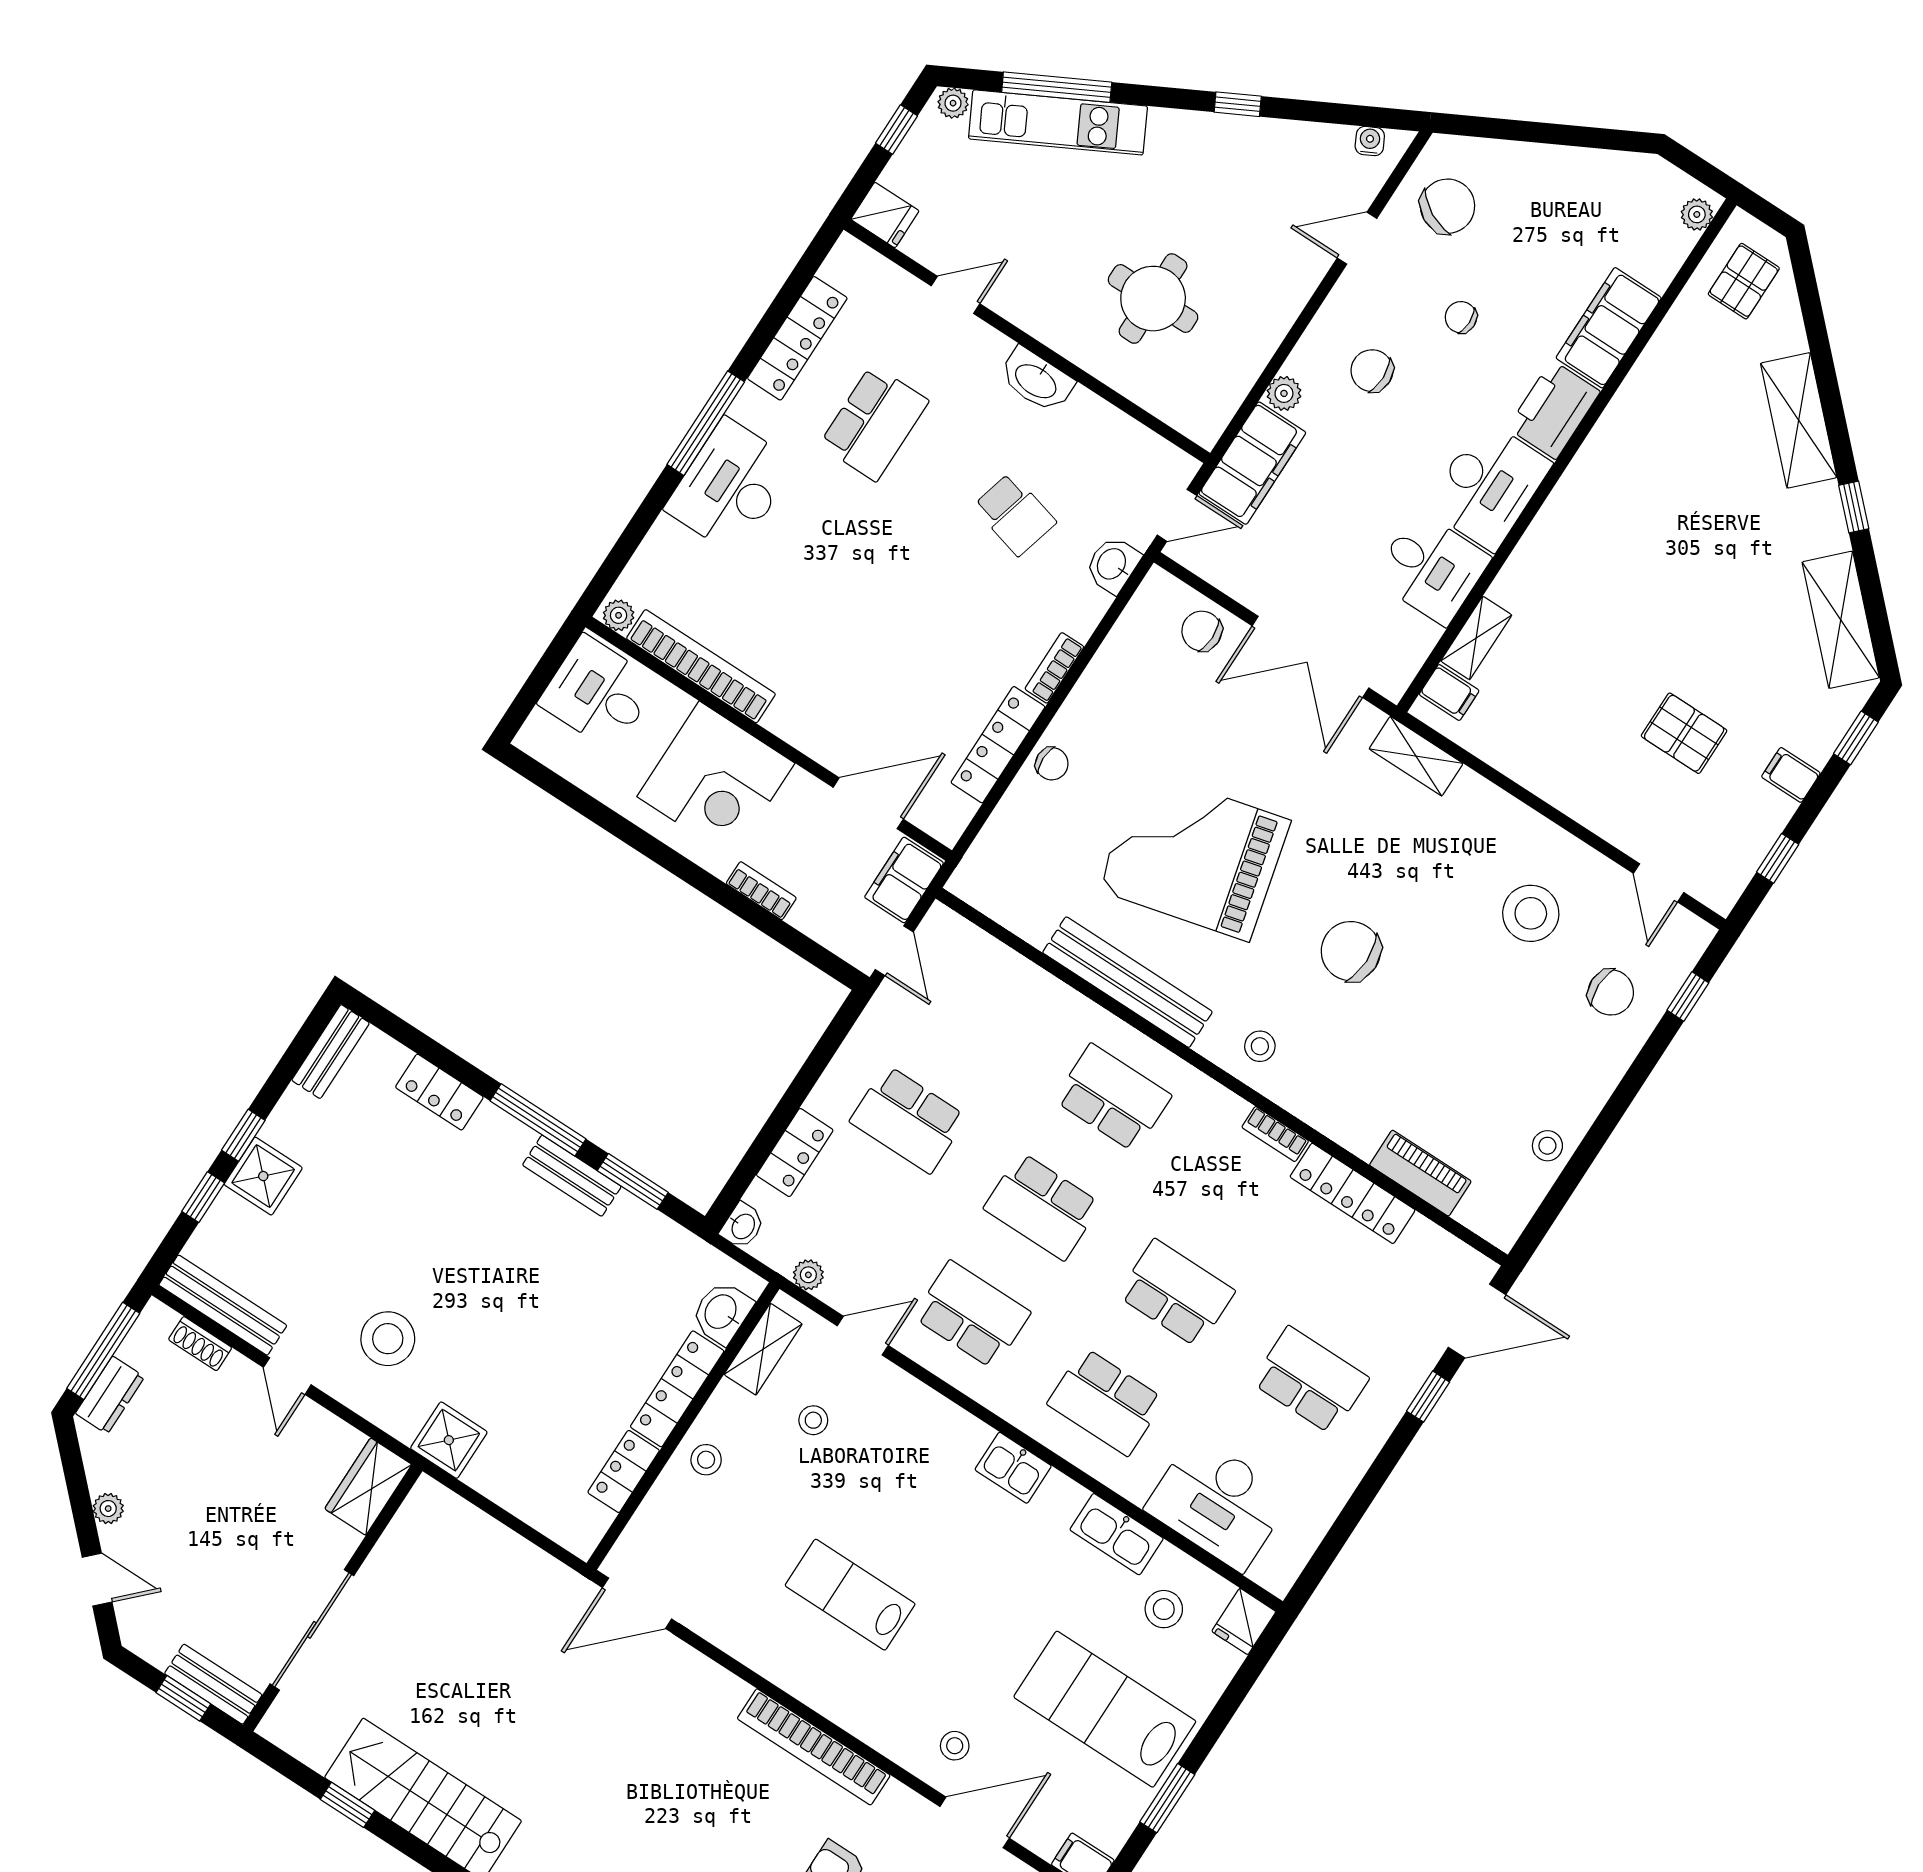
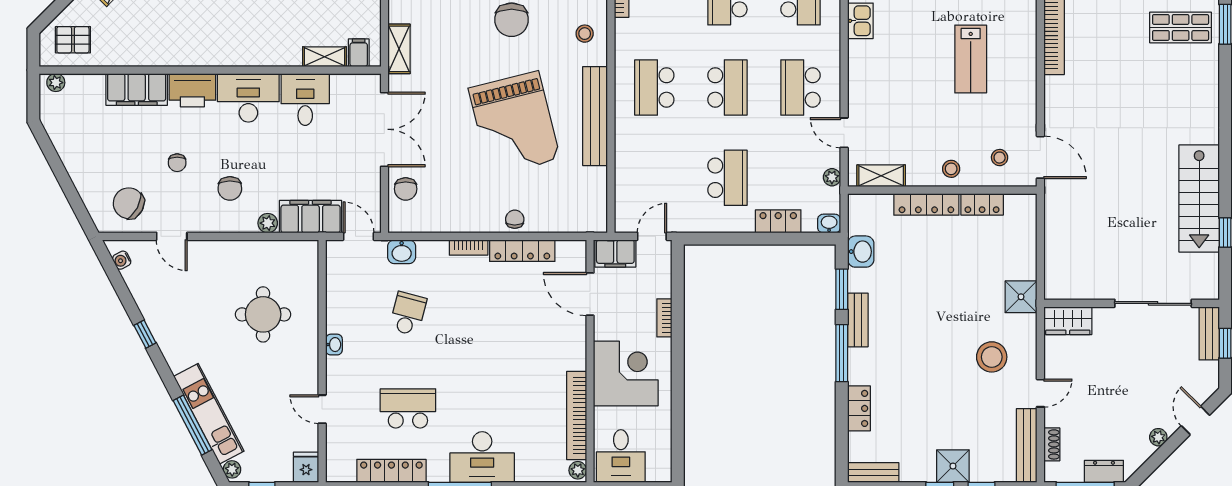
washbasin: (1036, 380) -> (334, 345), width x0.52, depth x0.69
washbasin: (722, 1312) -> (861, 252), moved, turned -90
stool: (813, 1420) -> (1000, 158), moved

